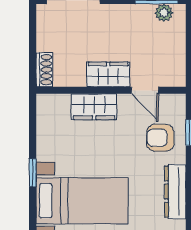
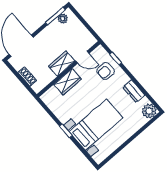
shoe rack: (44, 70) -> (27, 77), moved
dresser: (175, 192) -> (134, 91), width x0.70

